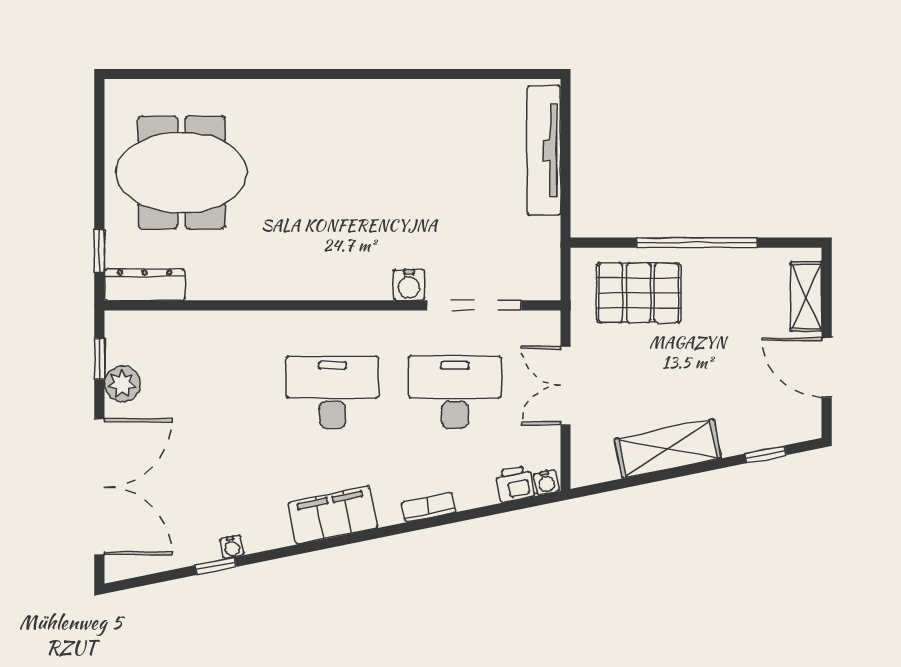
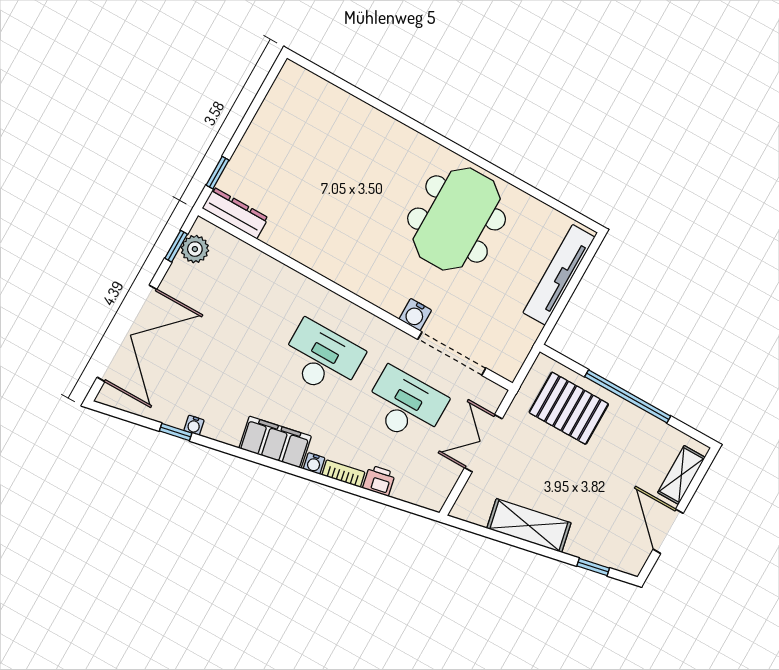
meeting table: (182, 172) -> (457, 219), moved, turned 90
plant: (122, 384) -> (195, 249), moved
water cooler: (546, 482) -> (314, 463), moved
printer: (515, 484) -> (379, 481), moved

